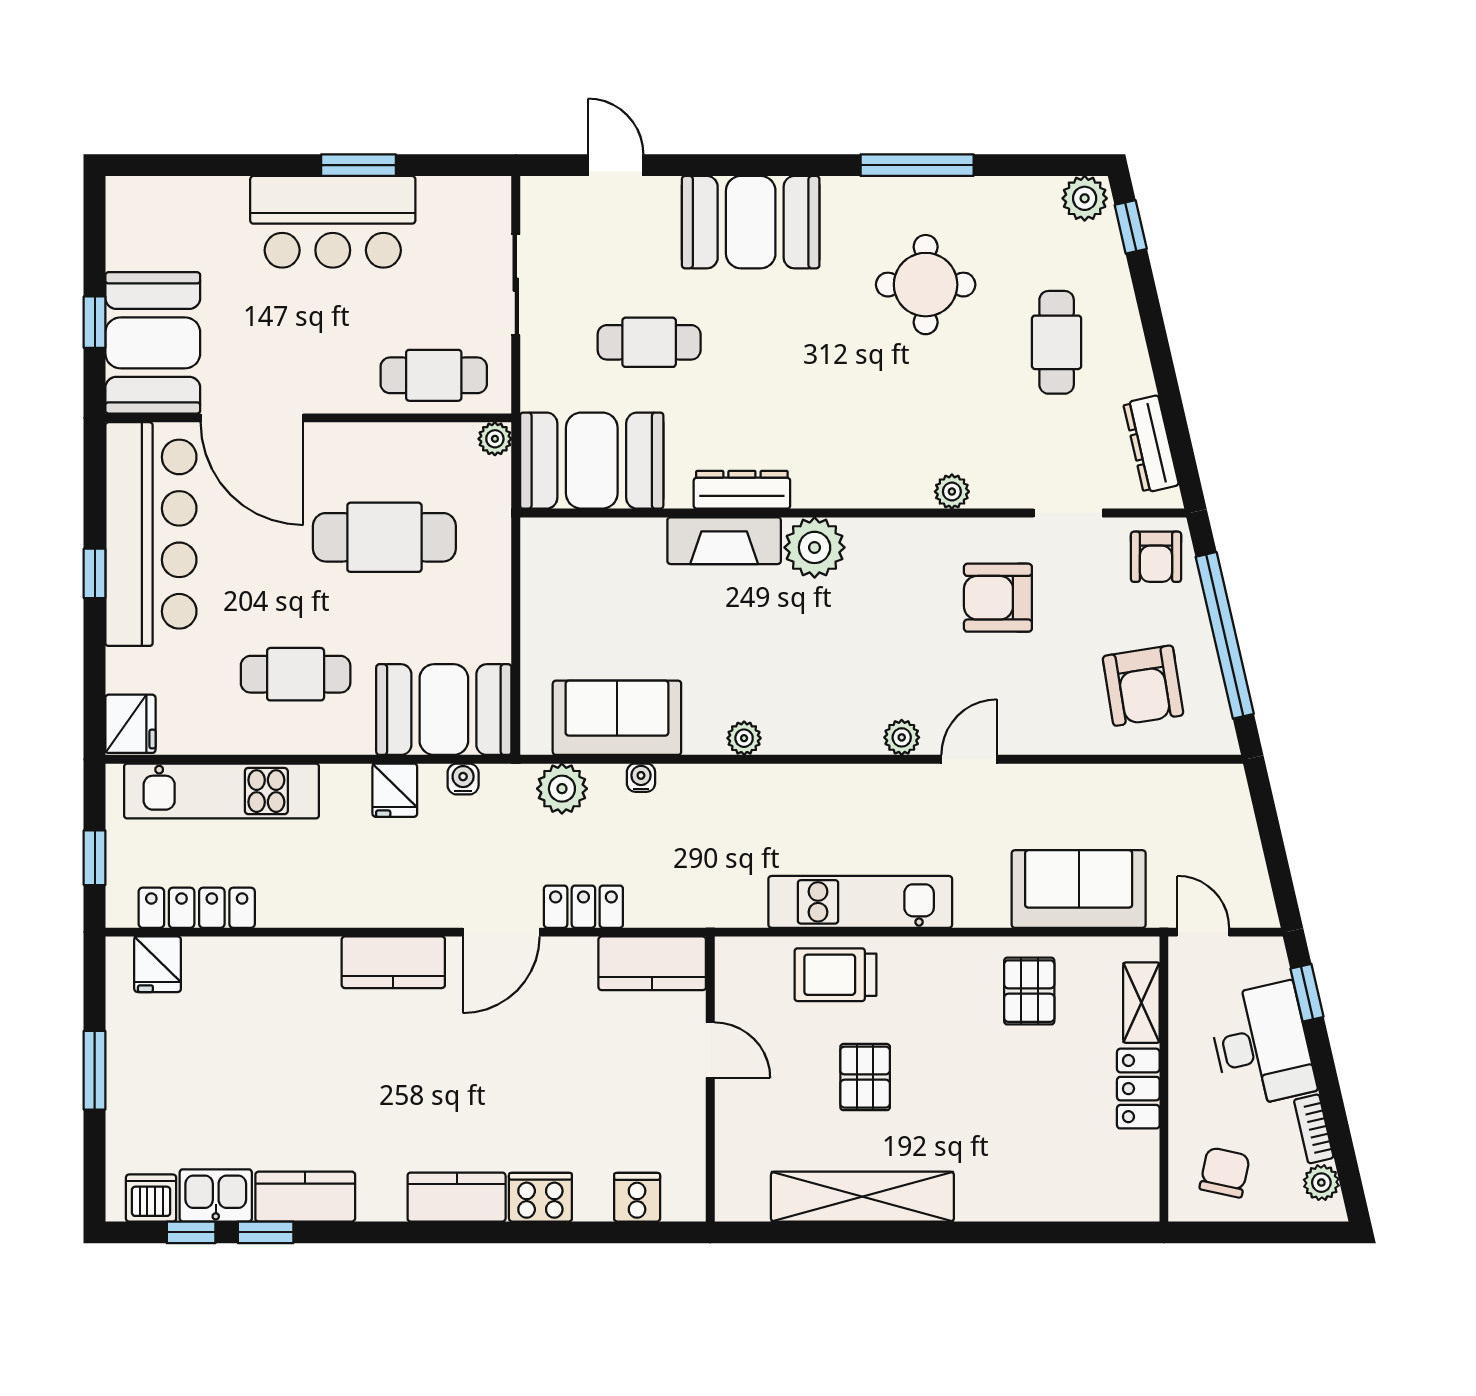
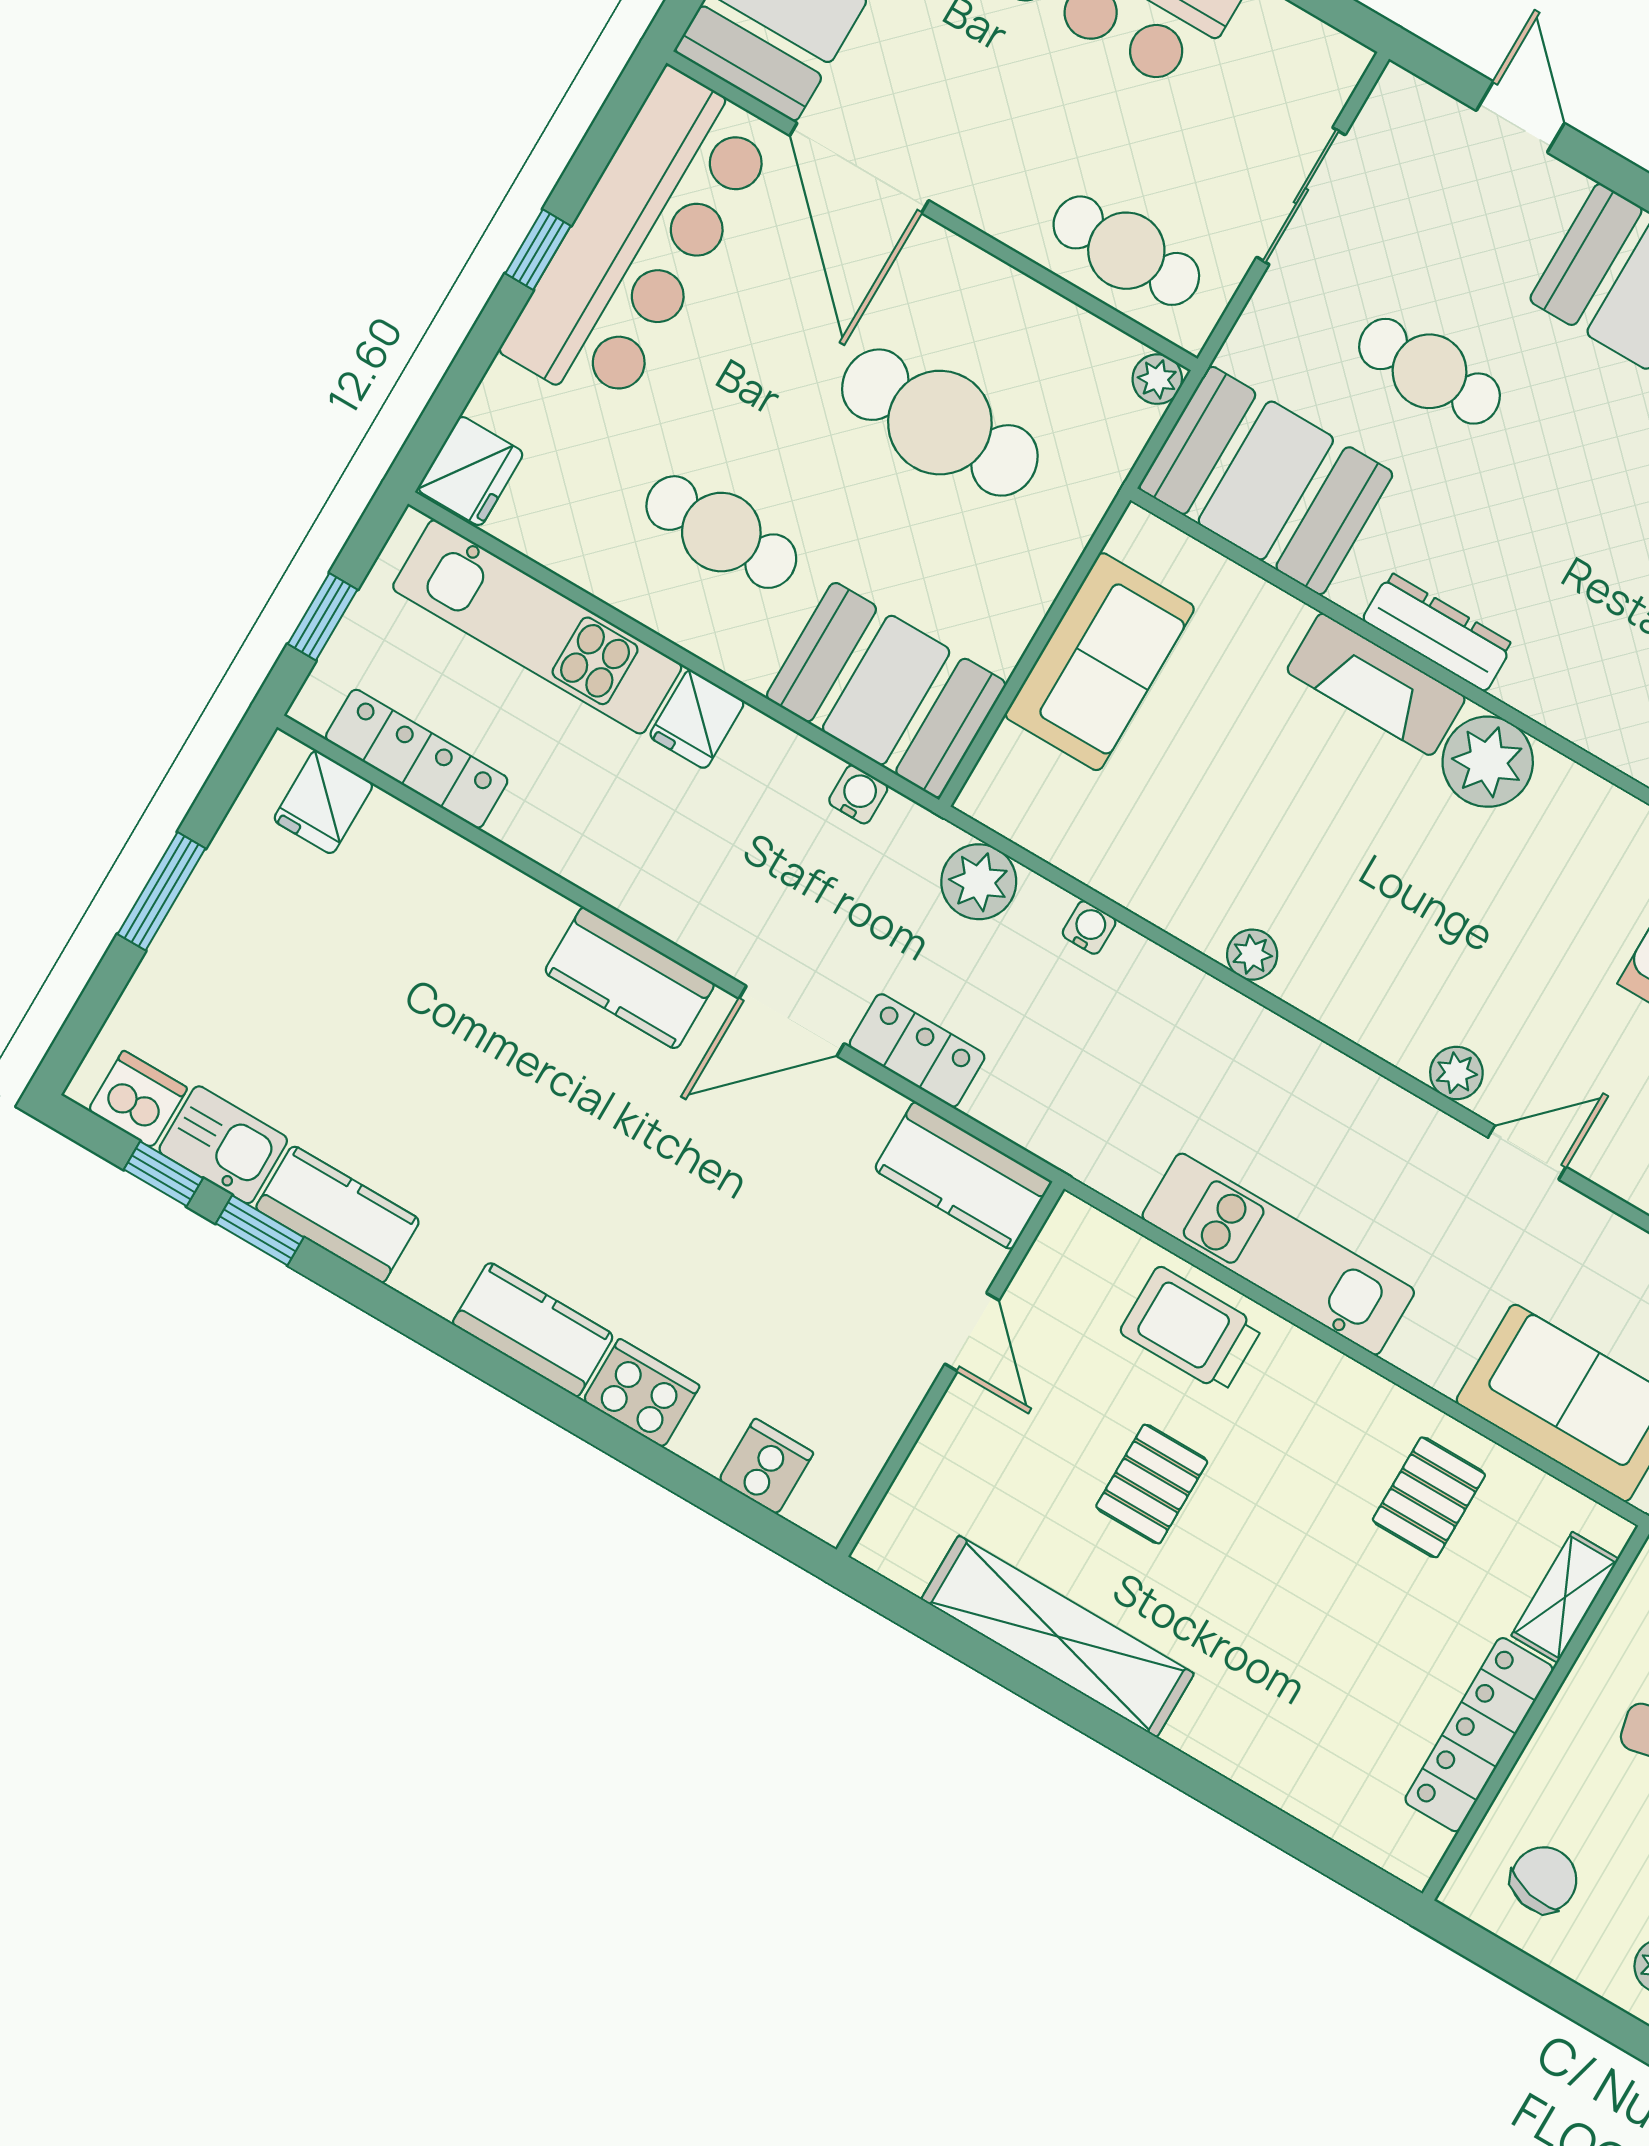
sofa: (617, 718) -> (1100, 662), moved, turned 90
fridge: (395, 790) -> (697, 719), moved
locker: (1138, 1089) -> (1479, 1735), width x1.53

